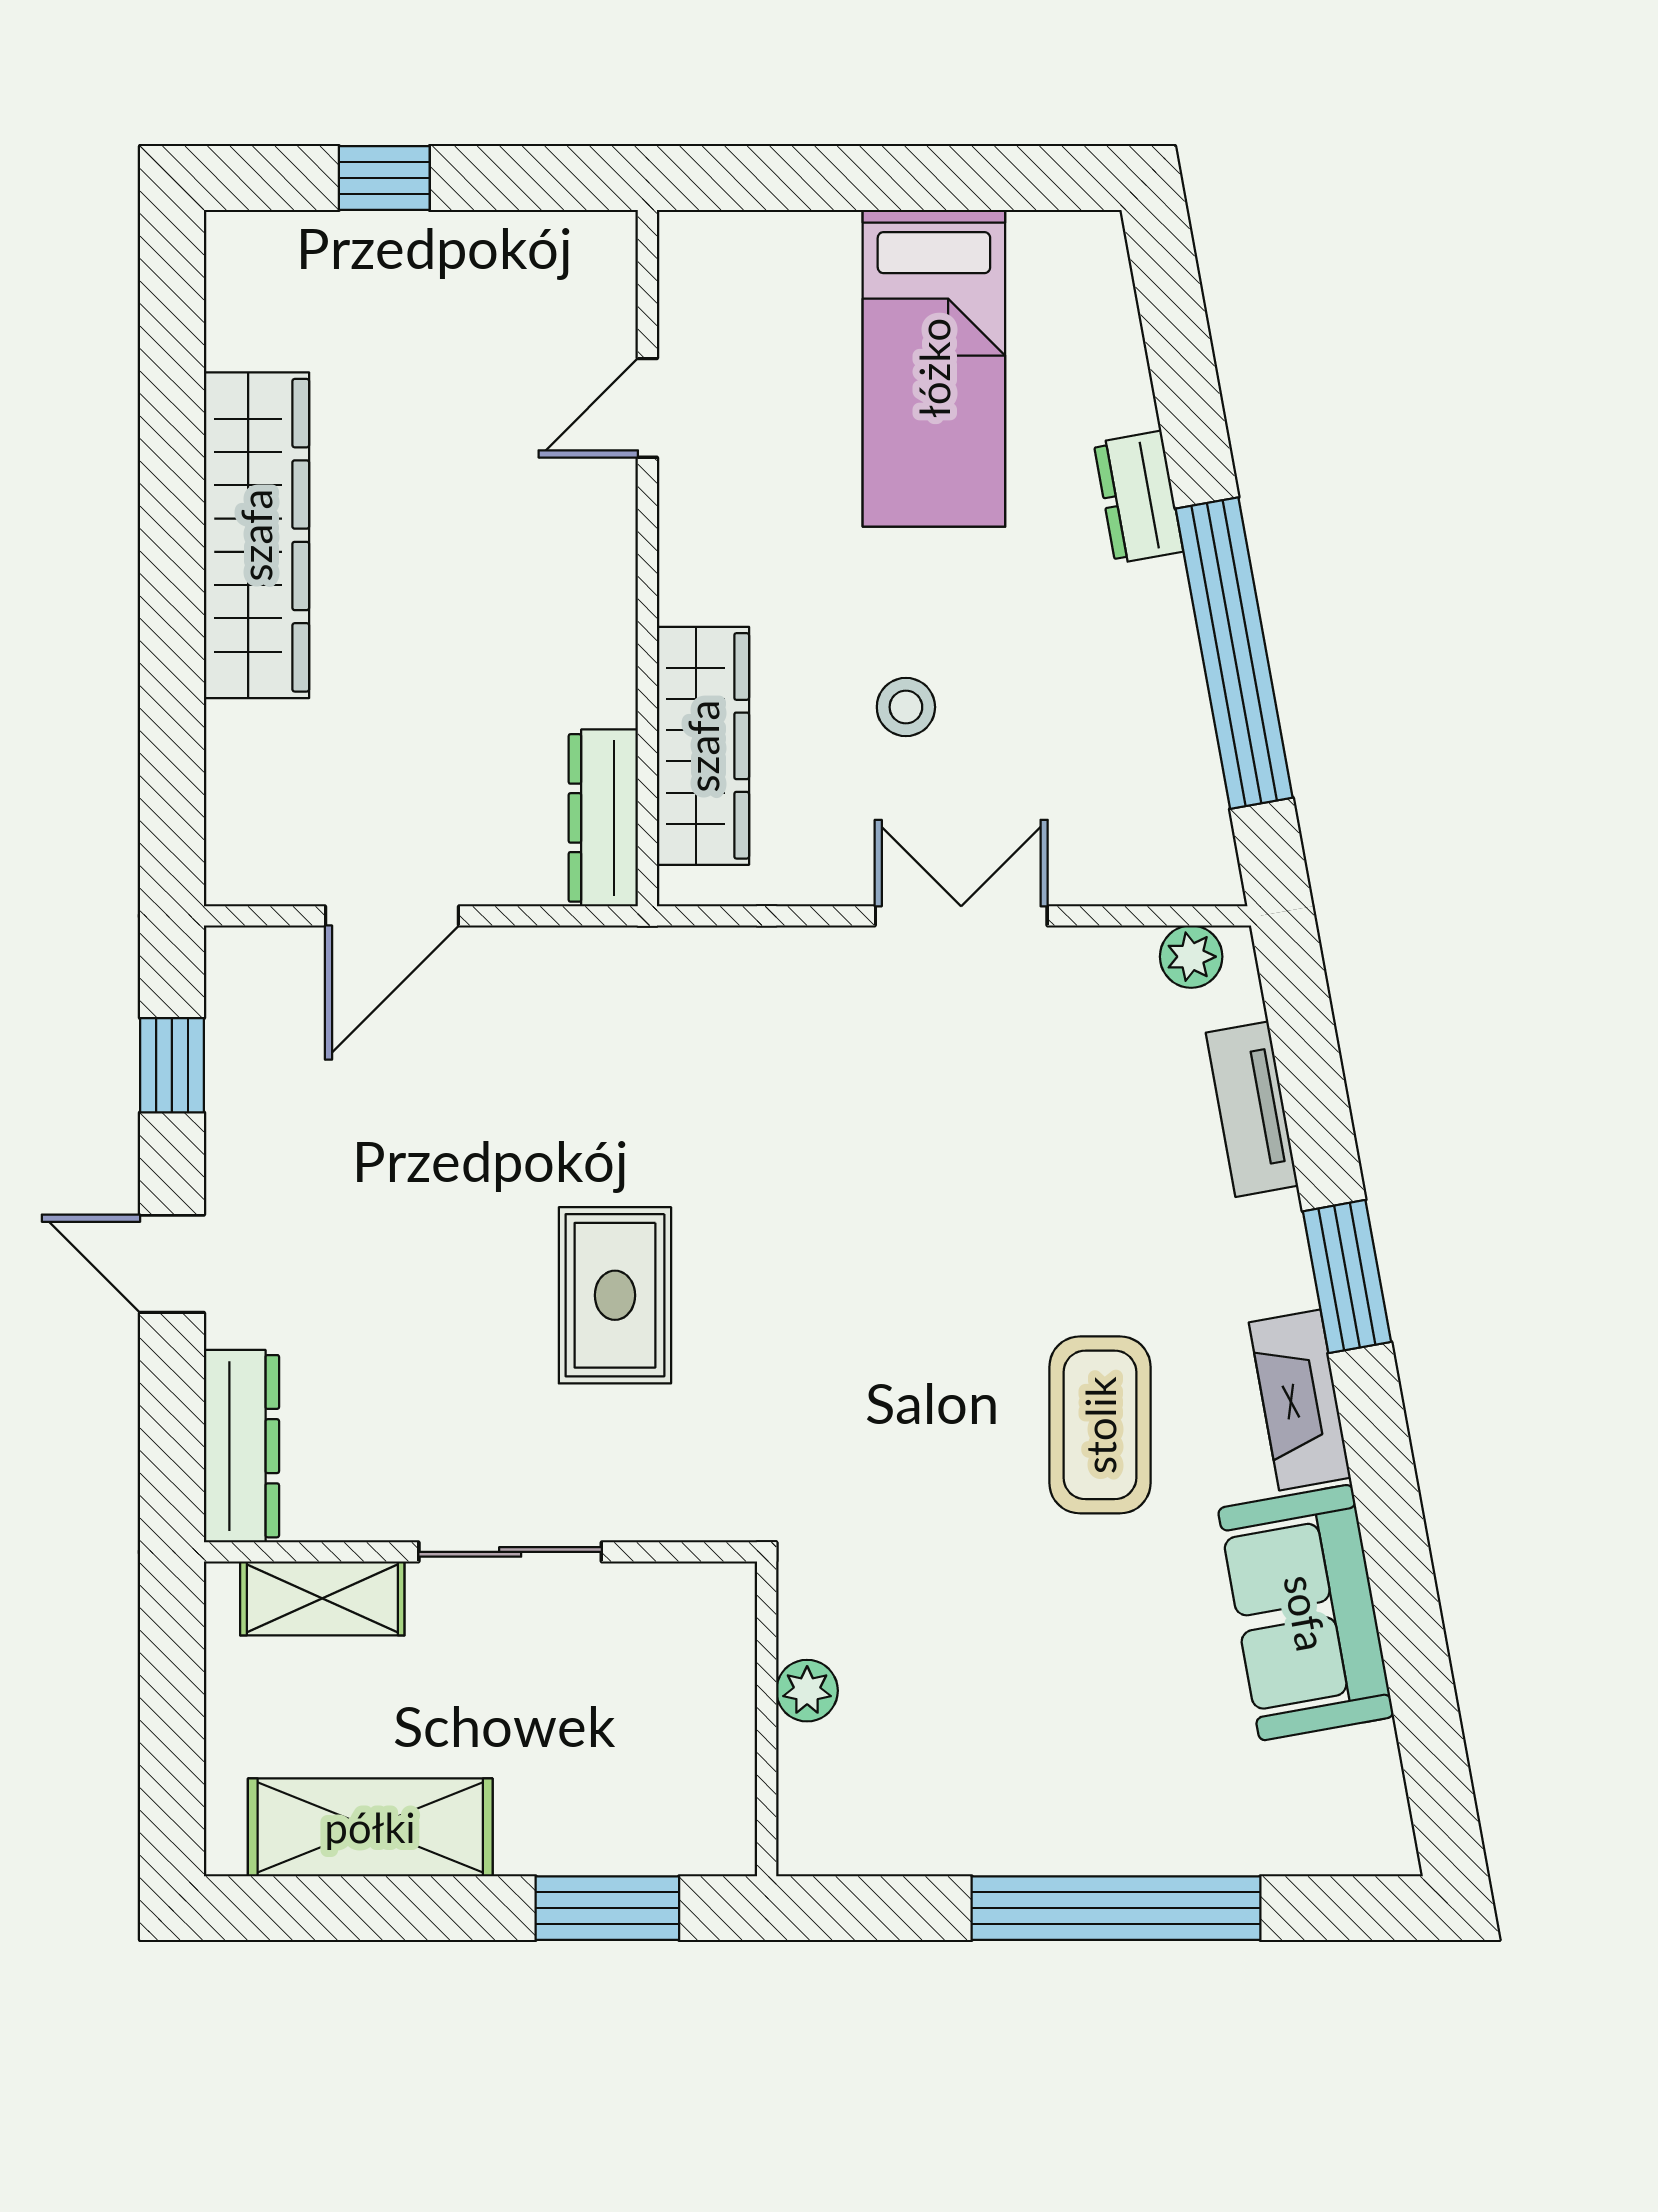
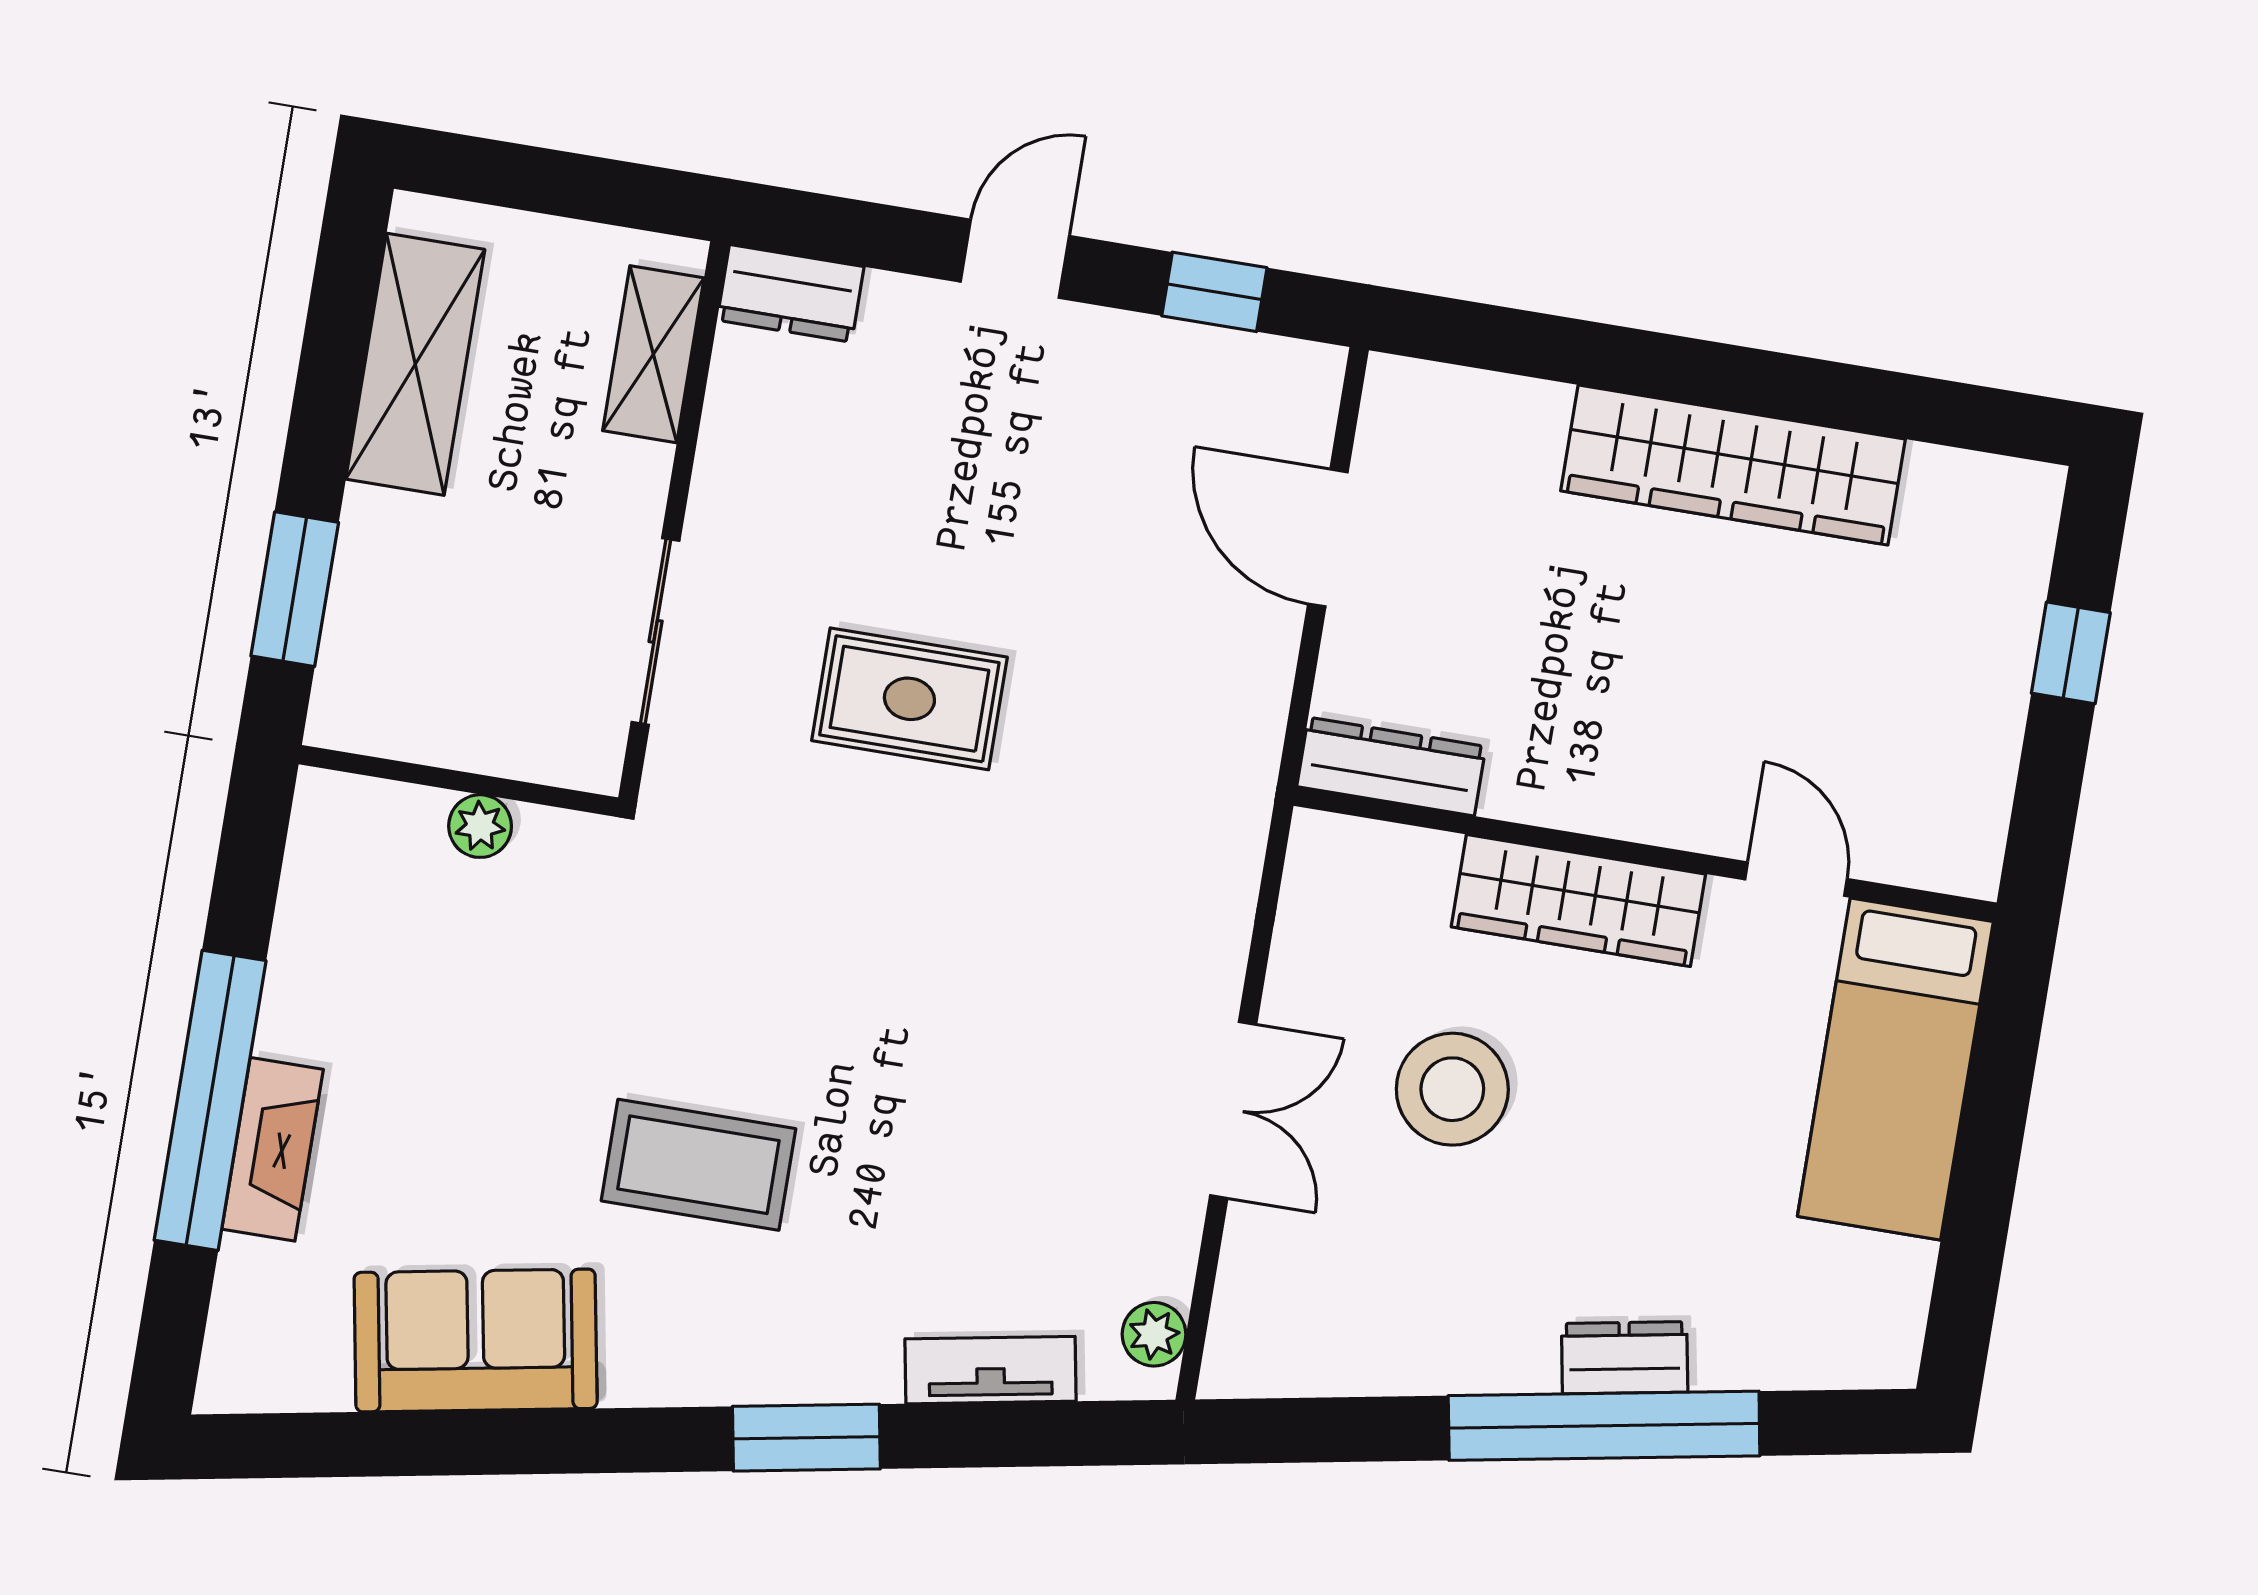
bed: (934, 368) -> (1895, 1069), moved, turned -90
window: (1234, 653) -> (1604, 1426), moved
stool: (906, 707) -> (1452, 1089), width x1.89, depth x1.89
wardrobe: (703, 746) -> (1578, 900), moved
fireplace: (1300, 1400) -> (272, 1149), moved, turned 100
dresser: (241, 1446) -> (790, 293), width x0.70
sliding door: (510, 1552) -> (656, 631), moved

